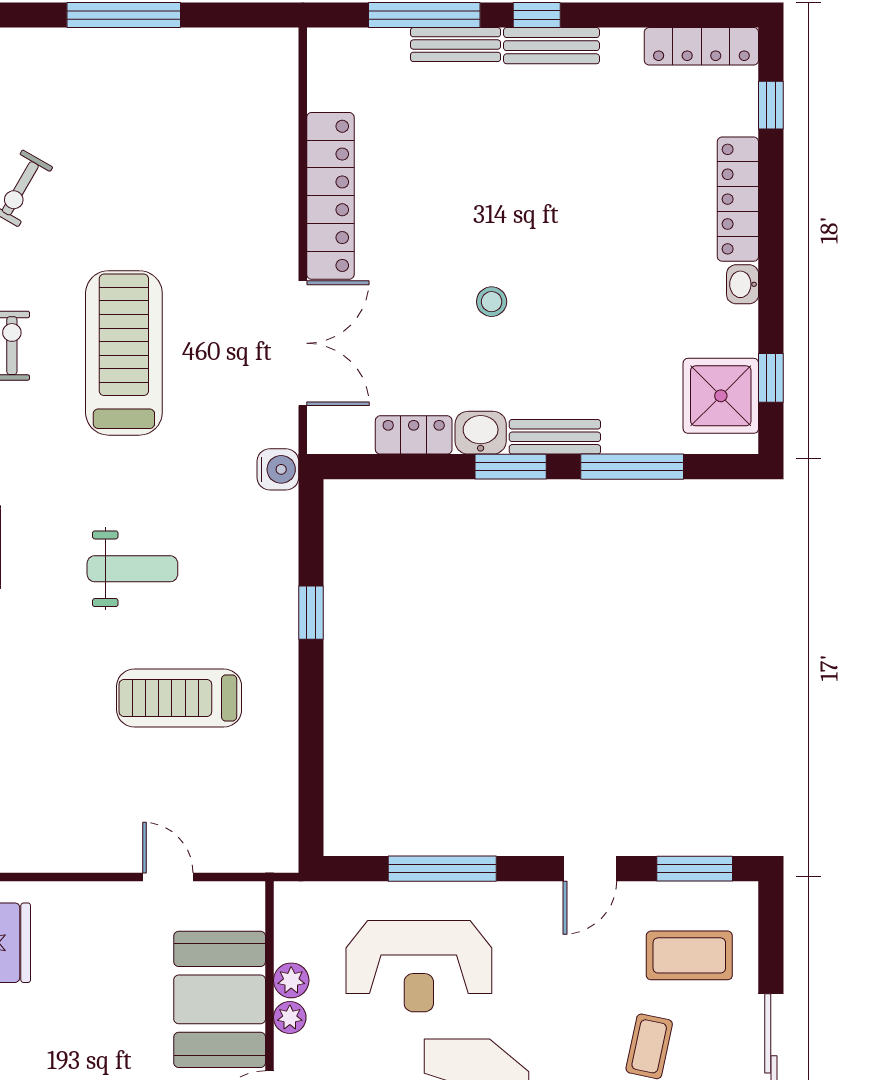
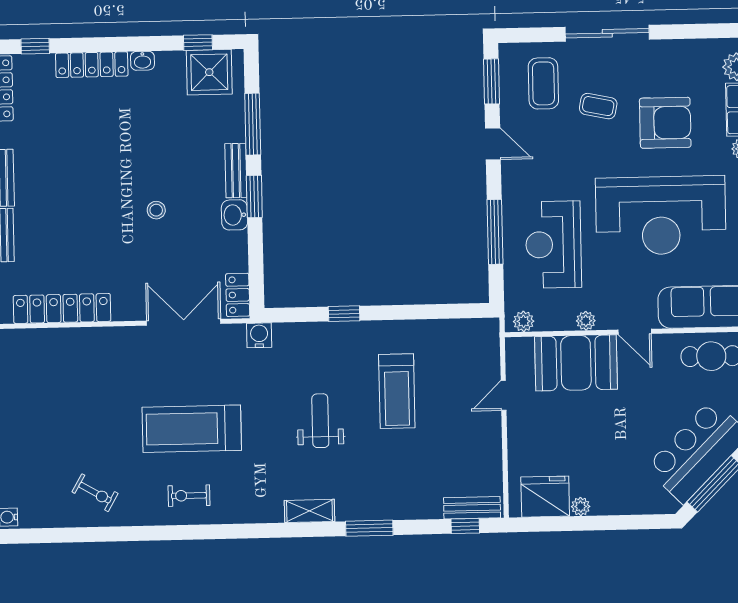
locker: (330, 196) -> (62, 308), moved
locker: (414, 435) -> (238, 295), moved
reception desk: (419, 966) -> (553, 245), turned 180
plant: (291, 980) -> (524, 321), moved

